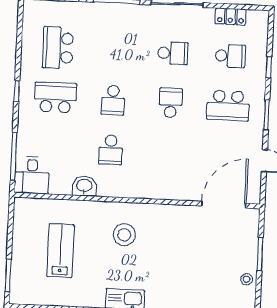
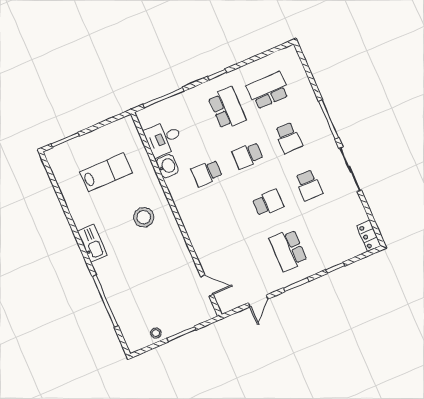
locker: (231, 17) -> (369, 236), moved
school desk: (230, 56) -> (288, 138), moved
desk: (32, 175) -> (163, 138), moved
door: (224, 205) -> (207, 286), width x0.53

